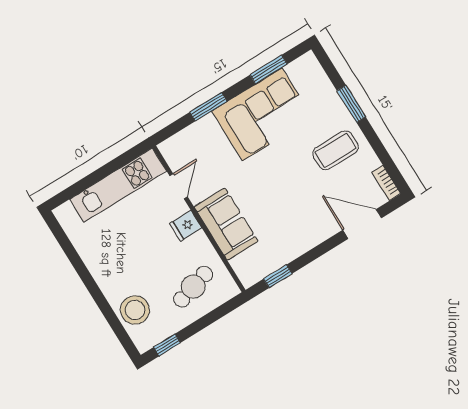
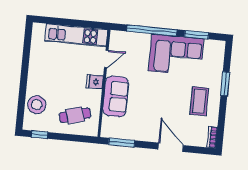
window: (208, 107) -> (152, 30), width x2.11
coffee table: (336, 150) -> (199, 101), turned 90
door: (362, 224) -> (171, 147), moved
window: (278, 276) -> (122, 143), width x1.50

